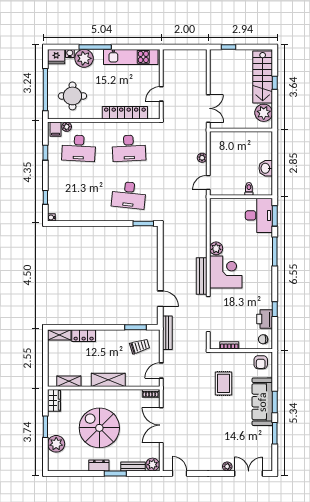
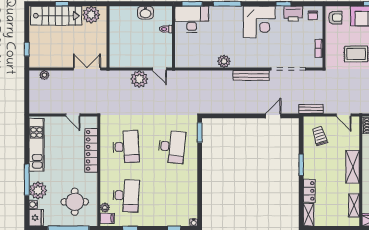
plant: (202, 65) -> (44, 75), added
plant: (202, 158) -> (139, 79), width x1.88, depth x1.88
corner desk: (226, 272) -> (259, 22), moved, turned 180
window: (135, 327) -> (301, 165), moved
bench: (167, 333) -> (311, 109), width x0.73

